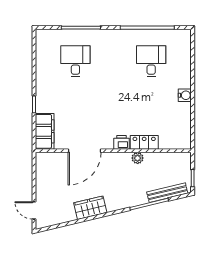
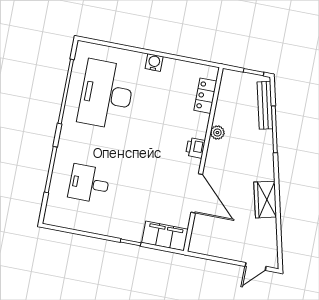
desk: (151, 61) -> (106, 94), width x1.87, depth x1.30
locker: (144, 142) -> (205, 96), moved

